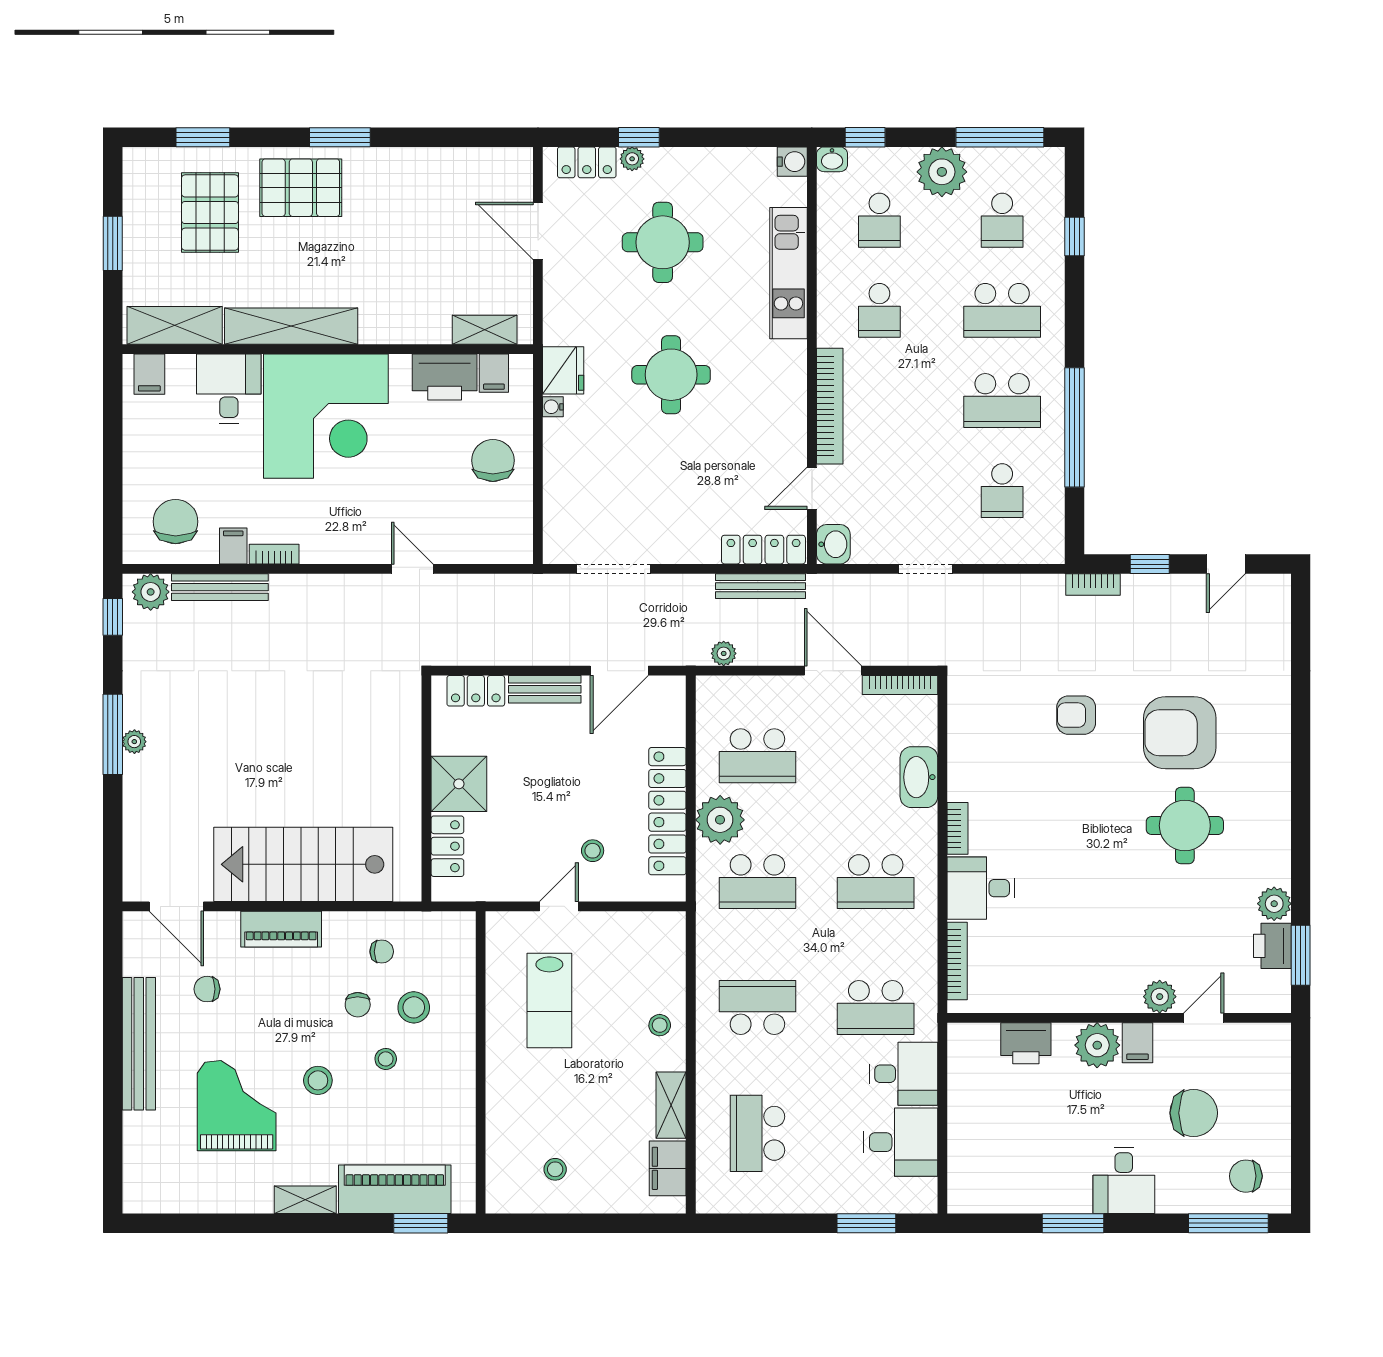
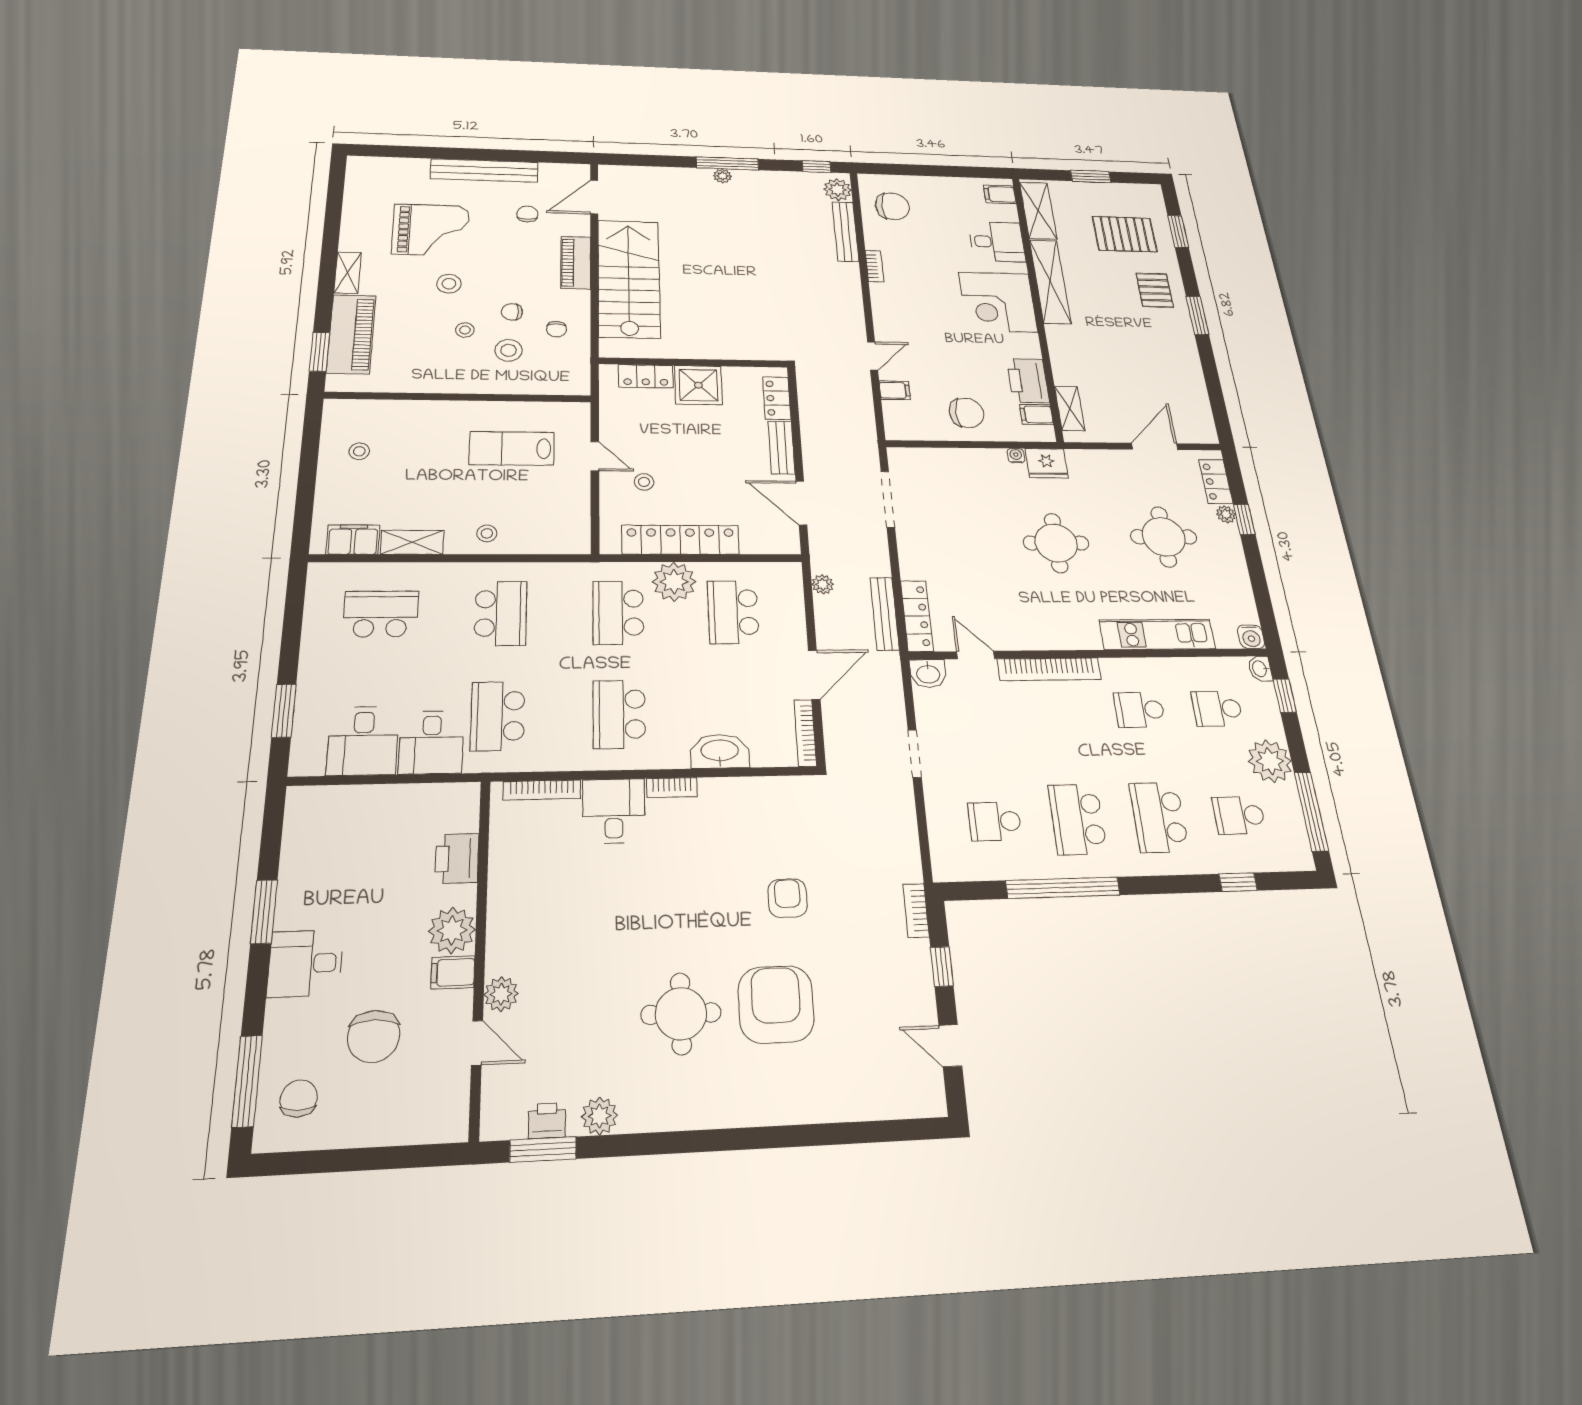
pallet: (301, 188) -> (1155, 290), width x0.67, depth x0.71
corner desk: (326, 416) -> (998, 302), width x0.74, depth x0.74
filing cabinet: (233, 546) -> (895, 390), moved
printer: (1272, 946) -> (547, 1121), width x0.73, depth x0.81

